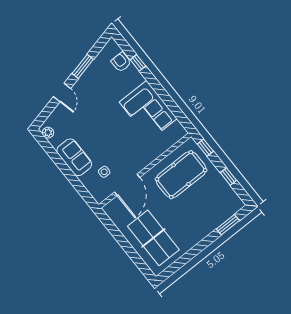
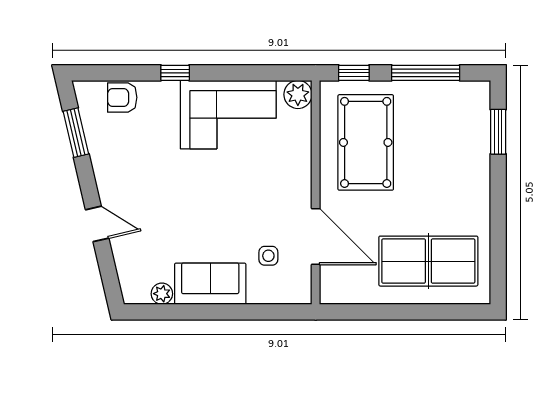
window: (138, 63) -> (175, 73), moved
window: (83, 66) -> (76, 133), moved
plant: (179, 132) -> (298, 94), added
plant: (48, 133) -> (162, 294), moved
window: (228, 177) -> (426, 73), width x2.17

